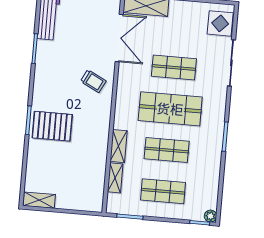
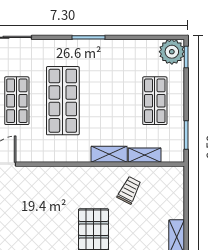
trolley: (93, 81) -> (129, 190), moved
shop shelf: (167, 150) -> (109, 101), removed
plant: (210, 216) -> (172, 52), width x1.88, depth x1.88

